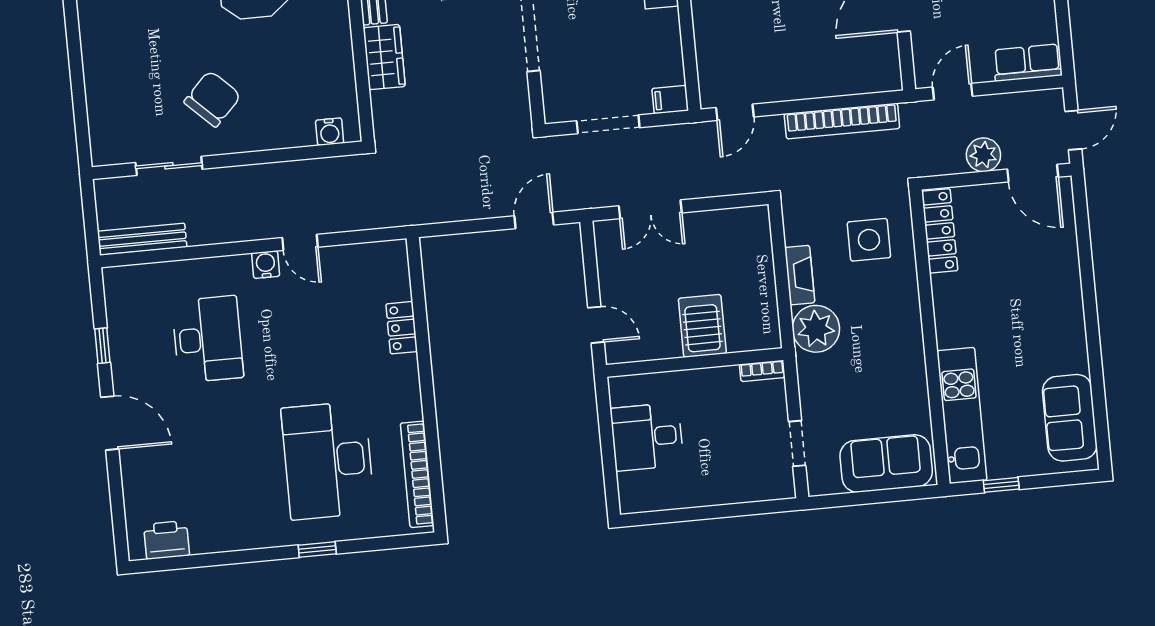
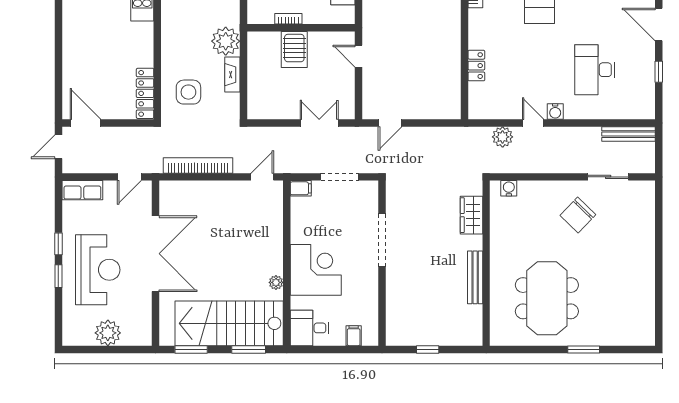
wardrobe: (384, 57) -> (472, 215), moved
plant: (983, 155) -> (503, 137), moved
bookcase: (762, 371) -> (288, 19), moved

